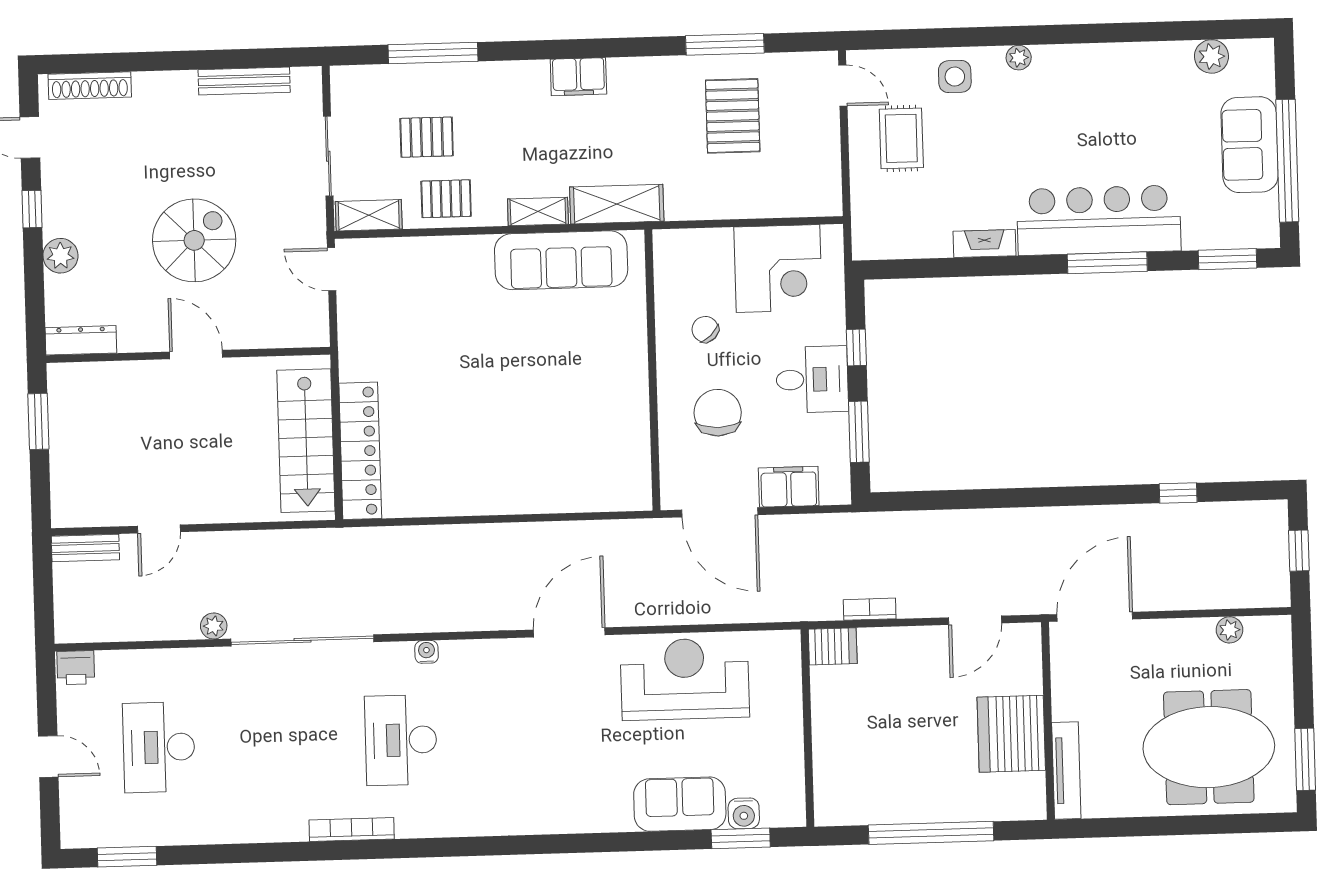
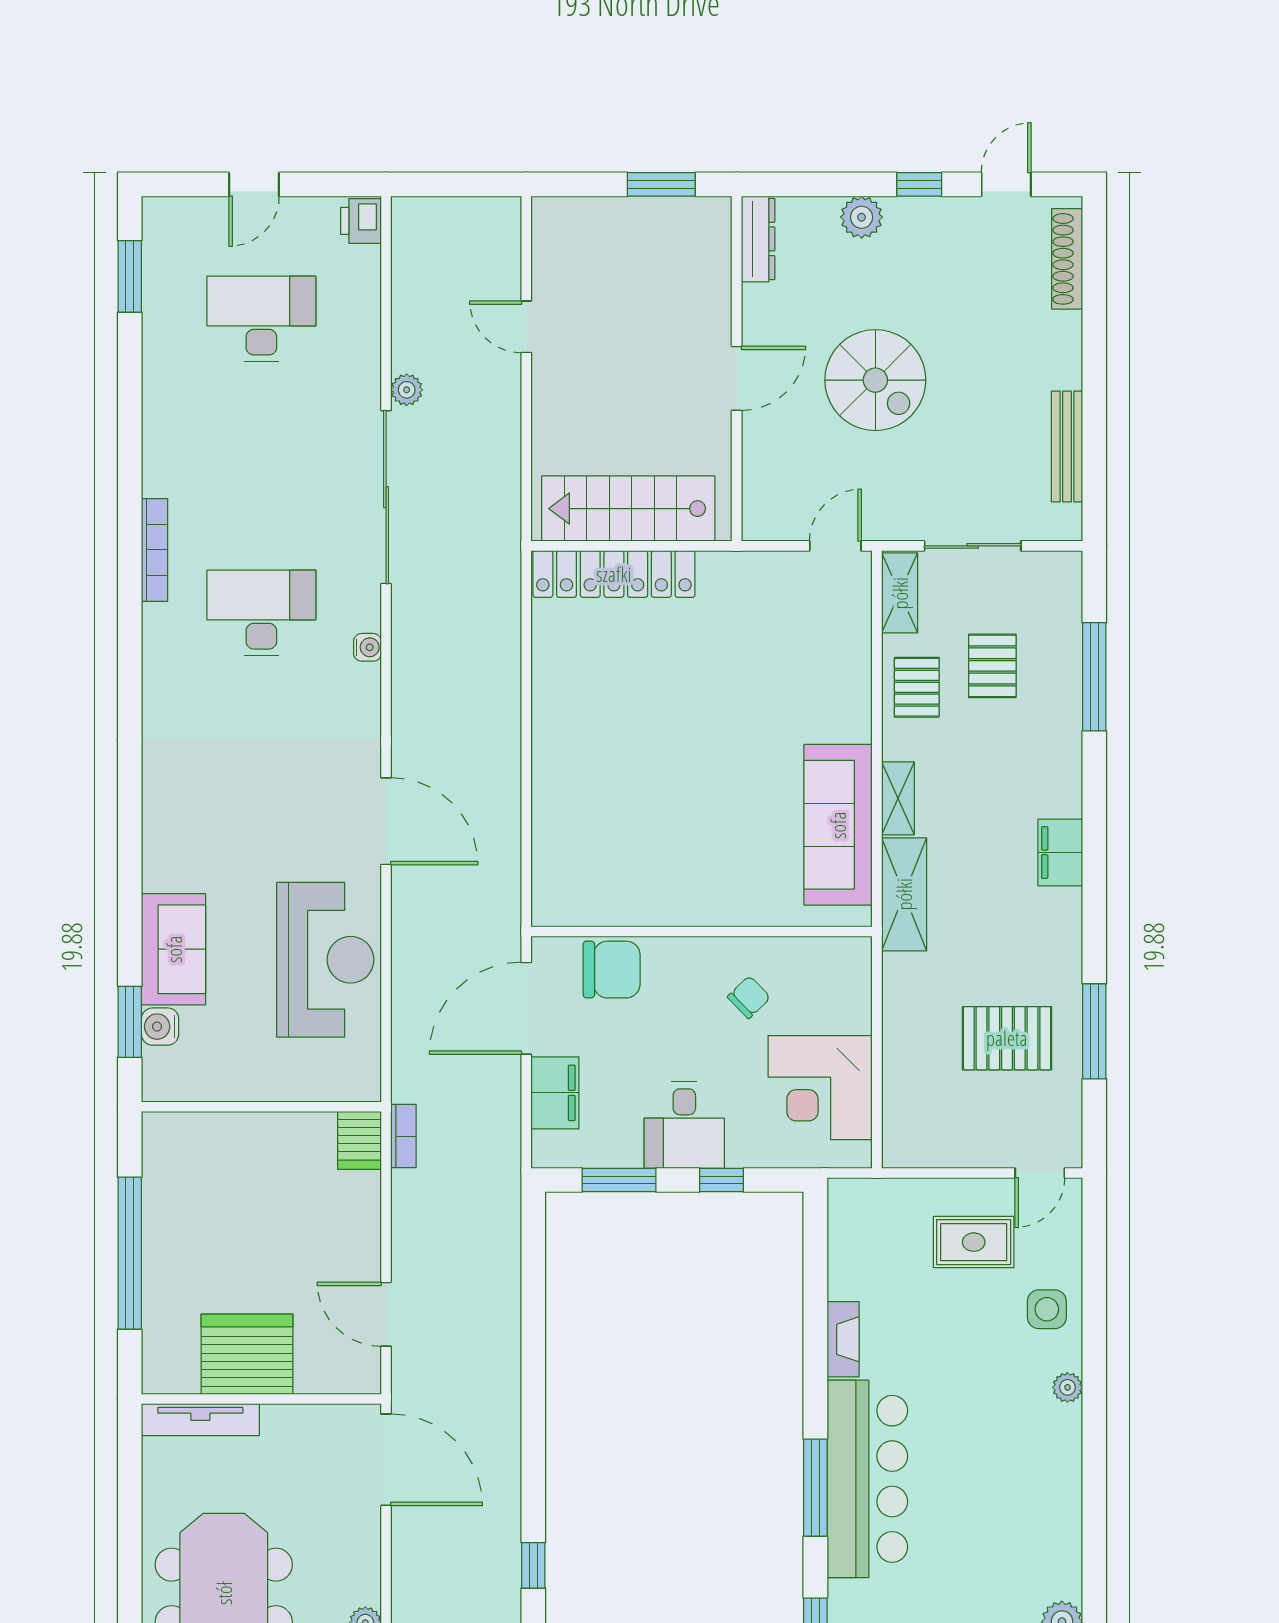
chair: (718, 413) -> (612, 970), moved
bench: (85, 548) -> (506, 237), removed
bookcase: (870, 609) -> (403, 1136), moved

